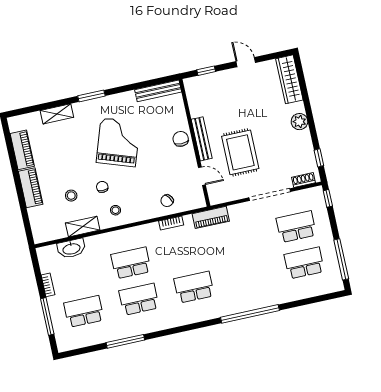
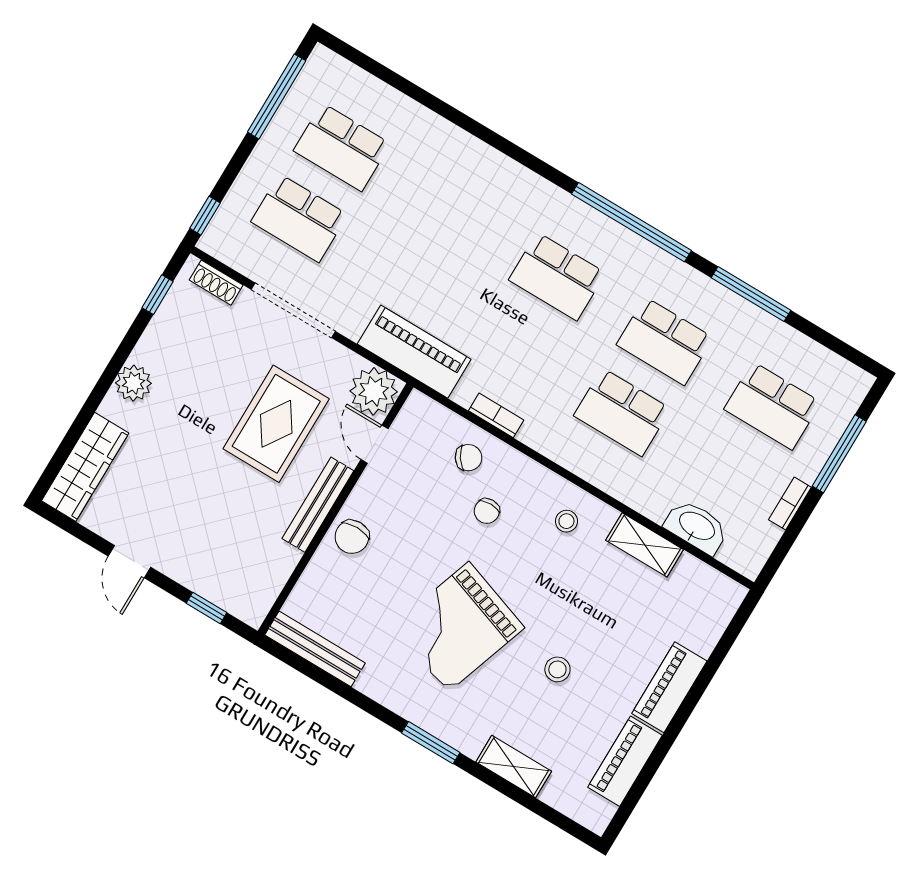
chair: (102, 187) -> (487, 511), moved
plant: (218, 193) -> (374, 391), added
stool: (71, 196) -> (557, 669), moved
piano: (211, 217) -> (414, 352), width x1.37, depth x1.33
window: (250, 314) -> (631, 222), moved

